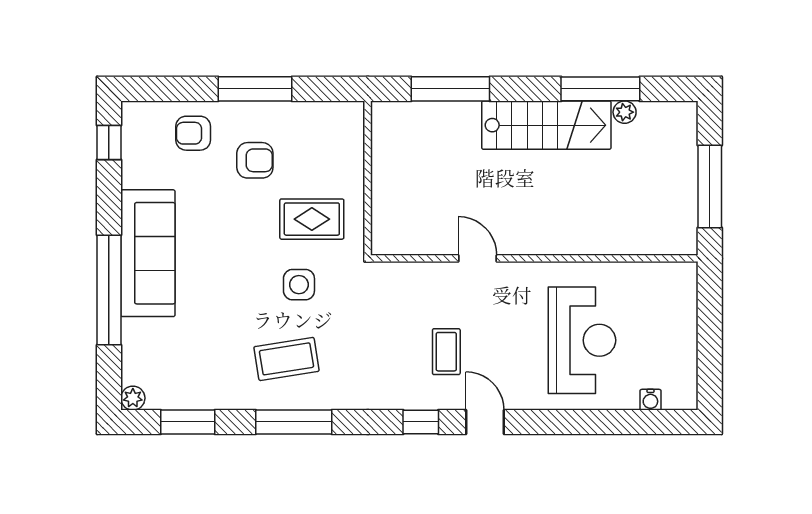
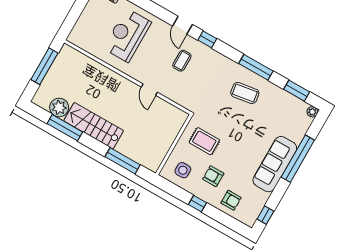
window: (255, 89) -> (198, 204), width x0.46
plant: (625, 112) -> (59, 107), width x1.87, depth x1.87
side table: (299, 285) -> (183, 170), moved

